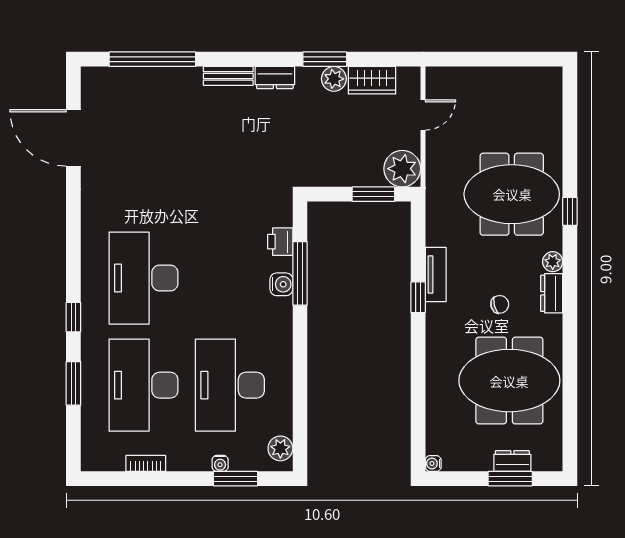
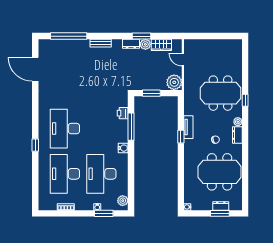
dresser: (275, 78) -> (131, 44), moved
door: (423, 115) -> (183, 60), swing flipped
window: (373, 194) -> (151, 93), moved
water cooler: (281, 284) -> (123, 148), moved
window: (73, 383) -> (35, 173), removed

